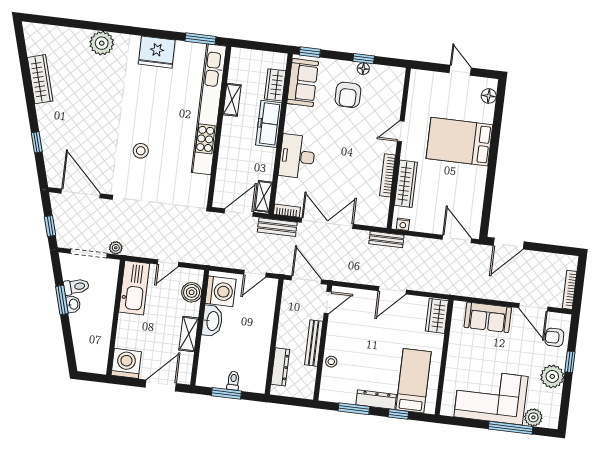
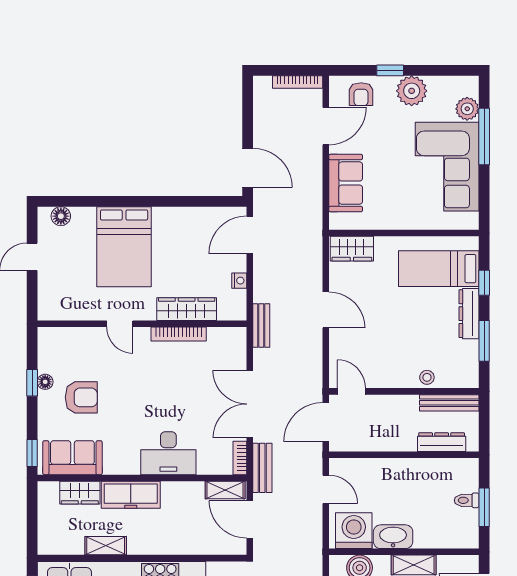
nightstand: (403, 224) -> (239, 281), moved
bench: (314, 343) -> (449, 403), moved

